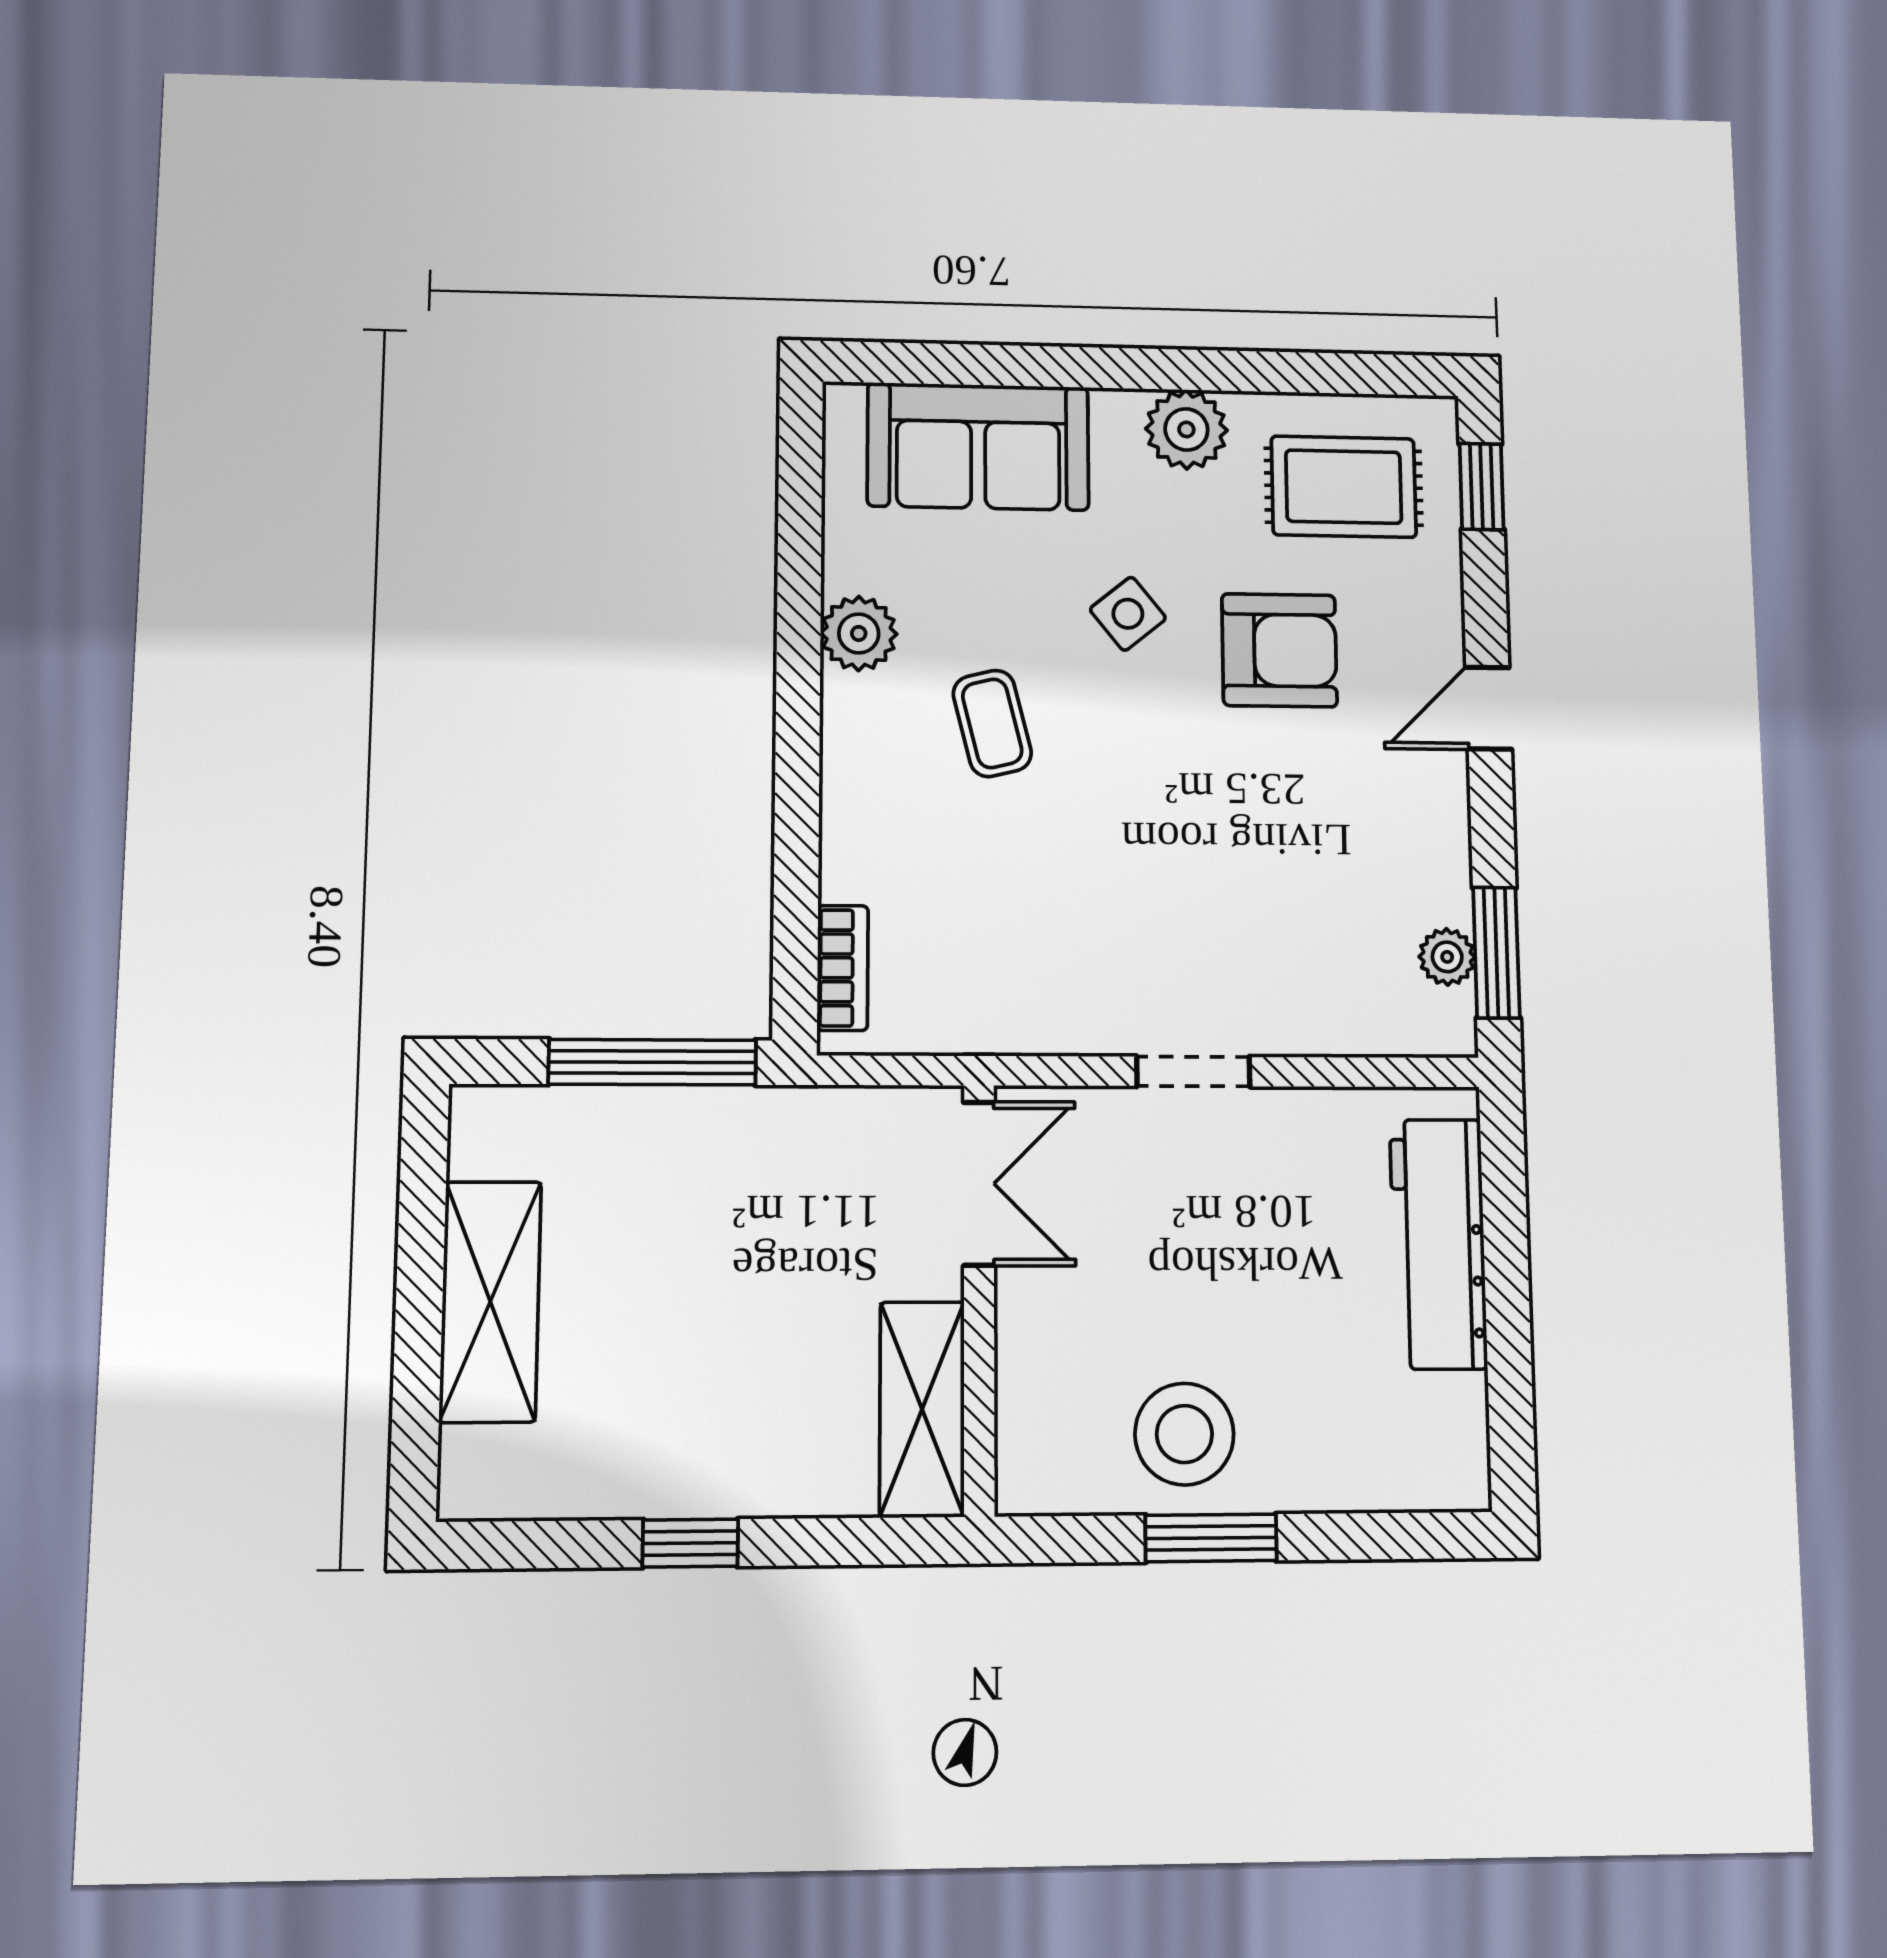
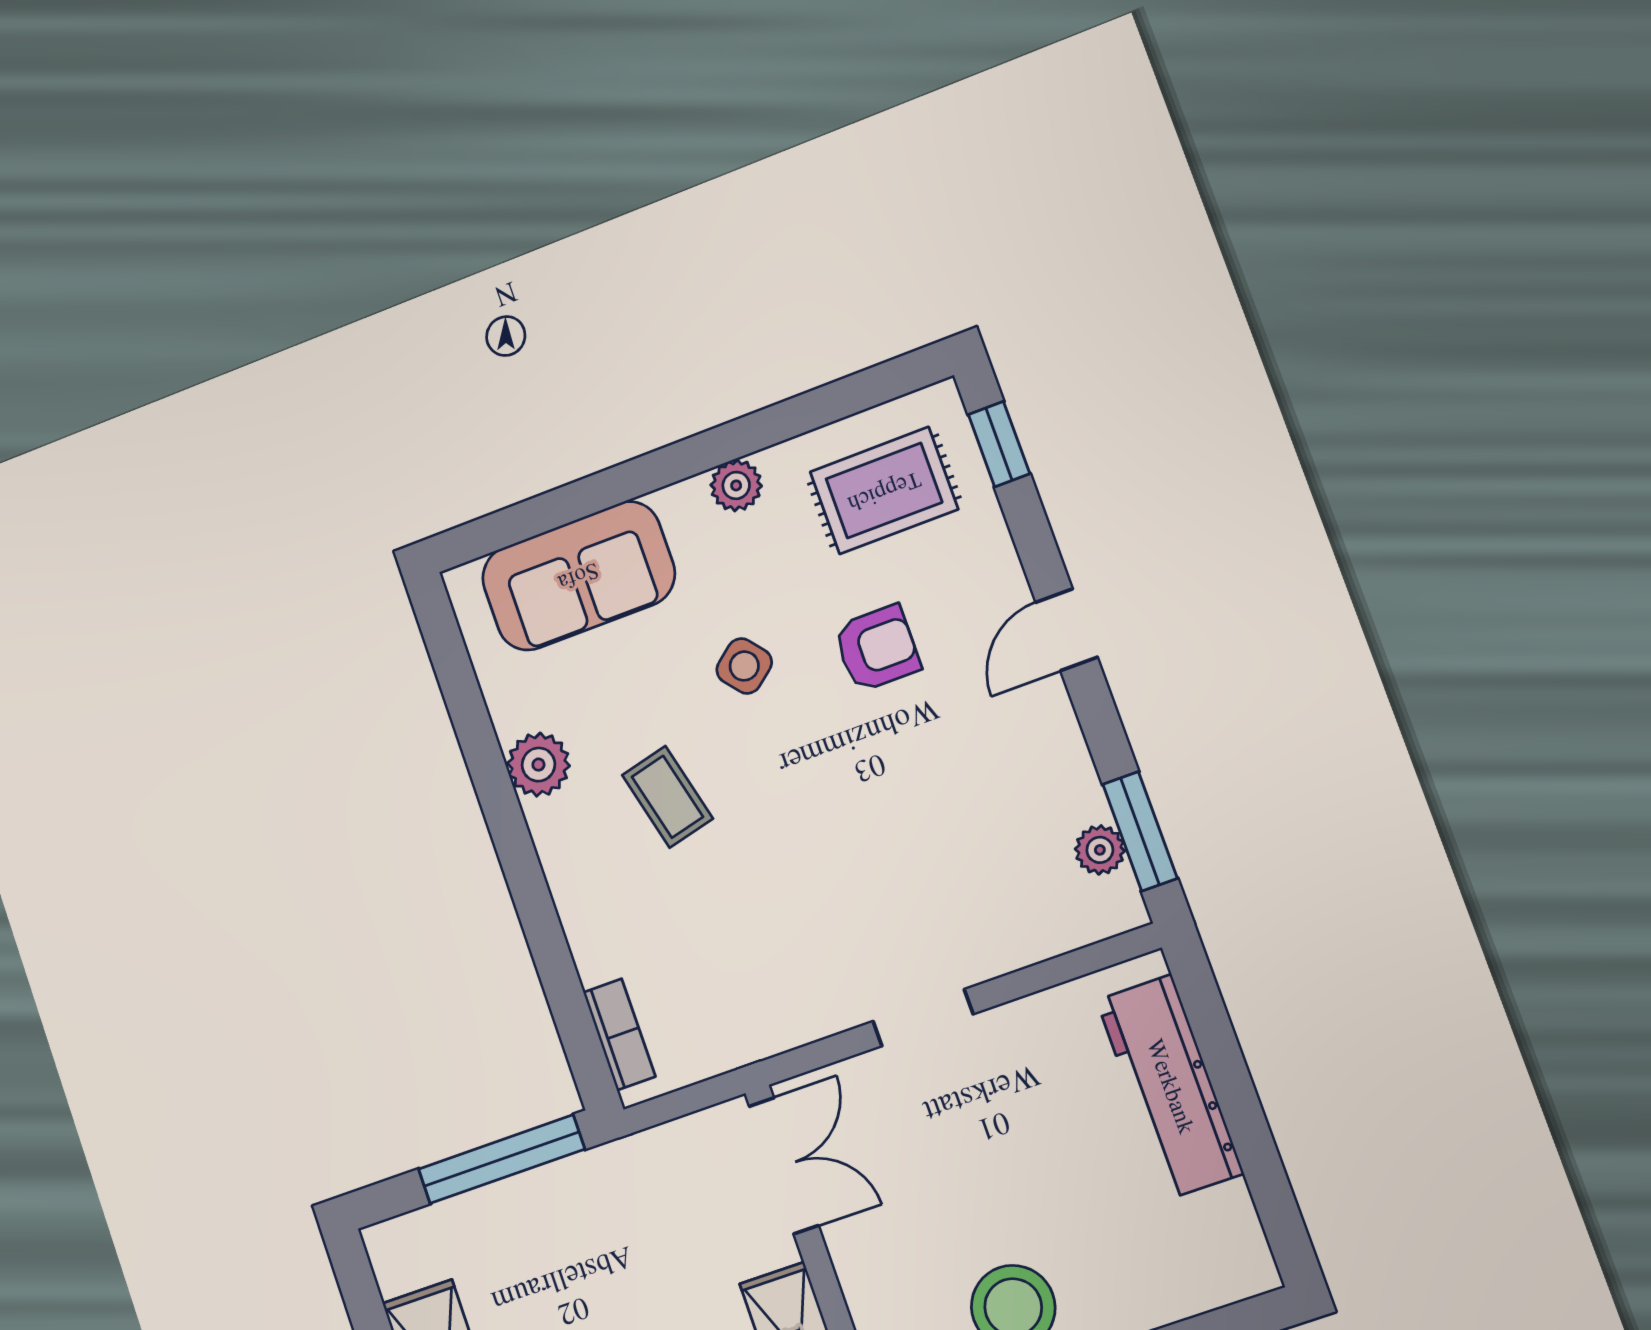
plant: (1186, 429) -> (736, 485), width x0.73, depth x0.73
armchair: (1279, 650) -> (877, 648), width x0.72, depth x0.72

